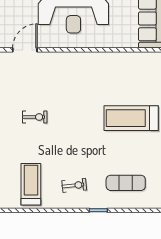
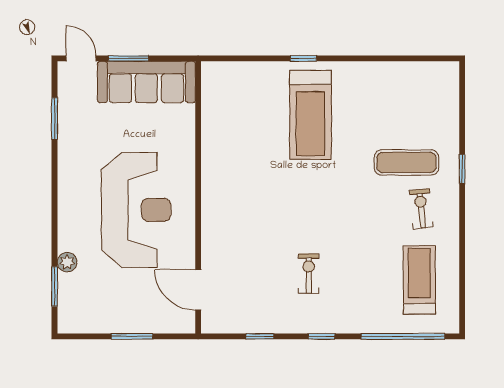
exercise mat: (126, 183) -> (406, 162), moved, turned 90
treadmill: (31, 184) -> (419, 280), turned 90

